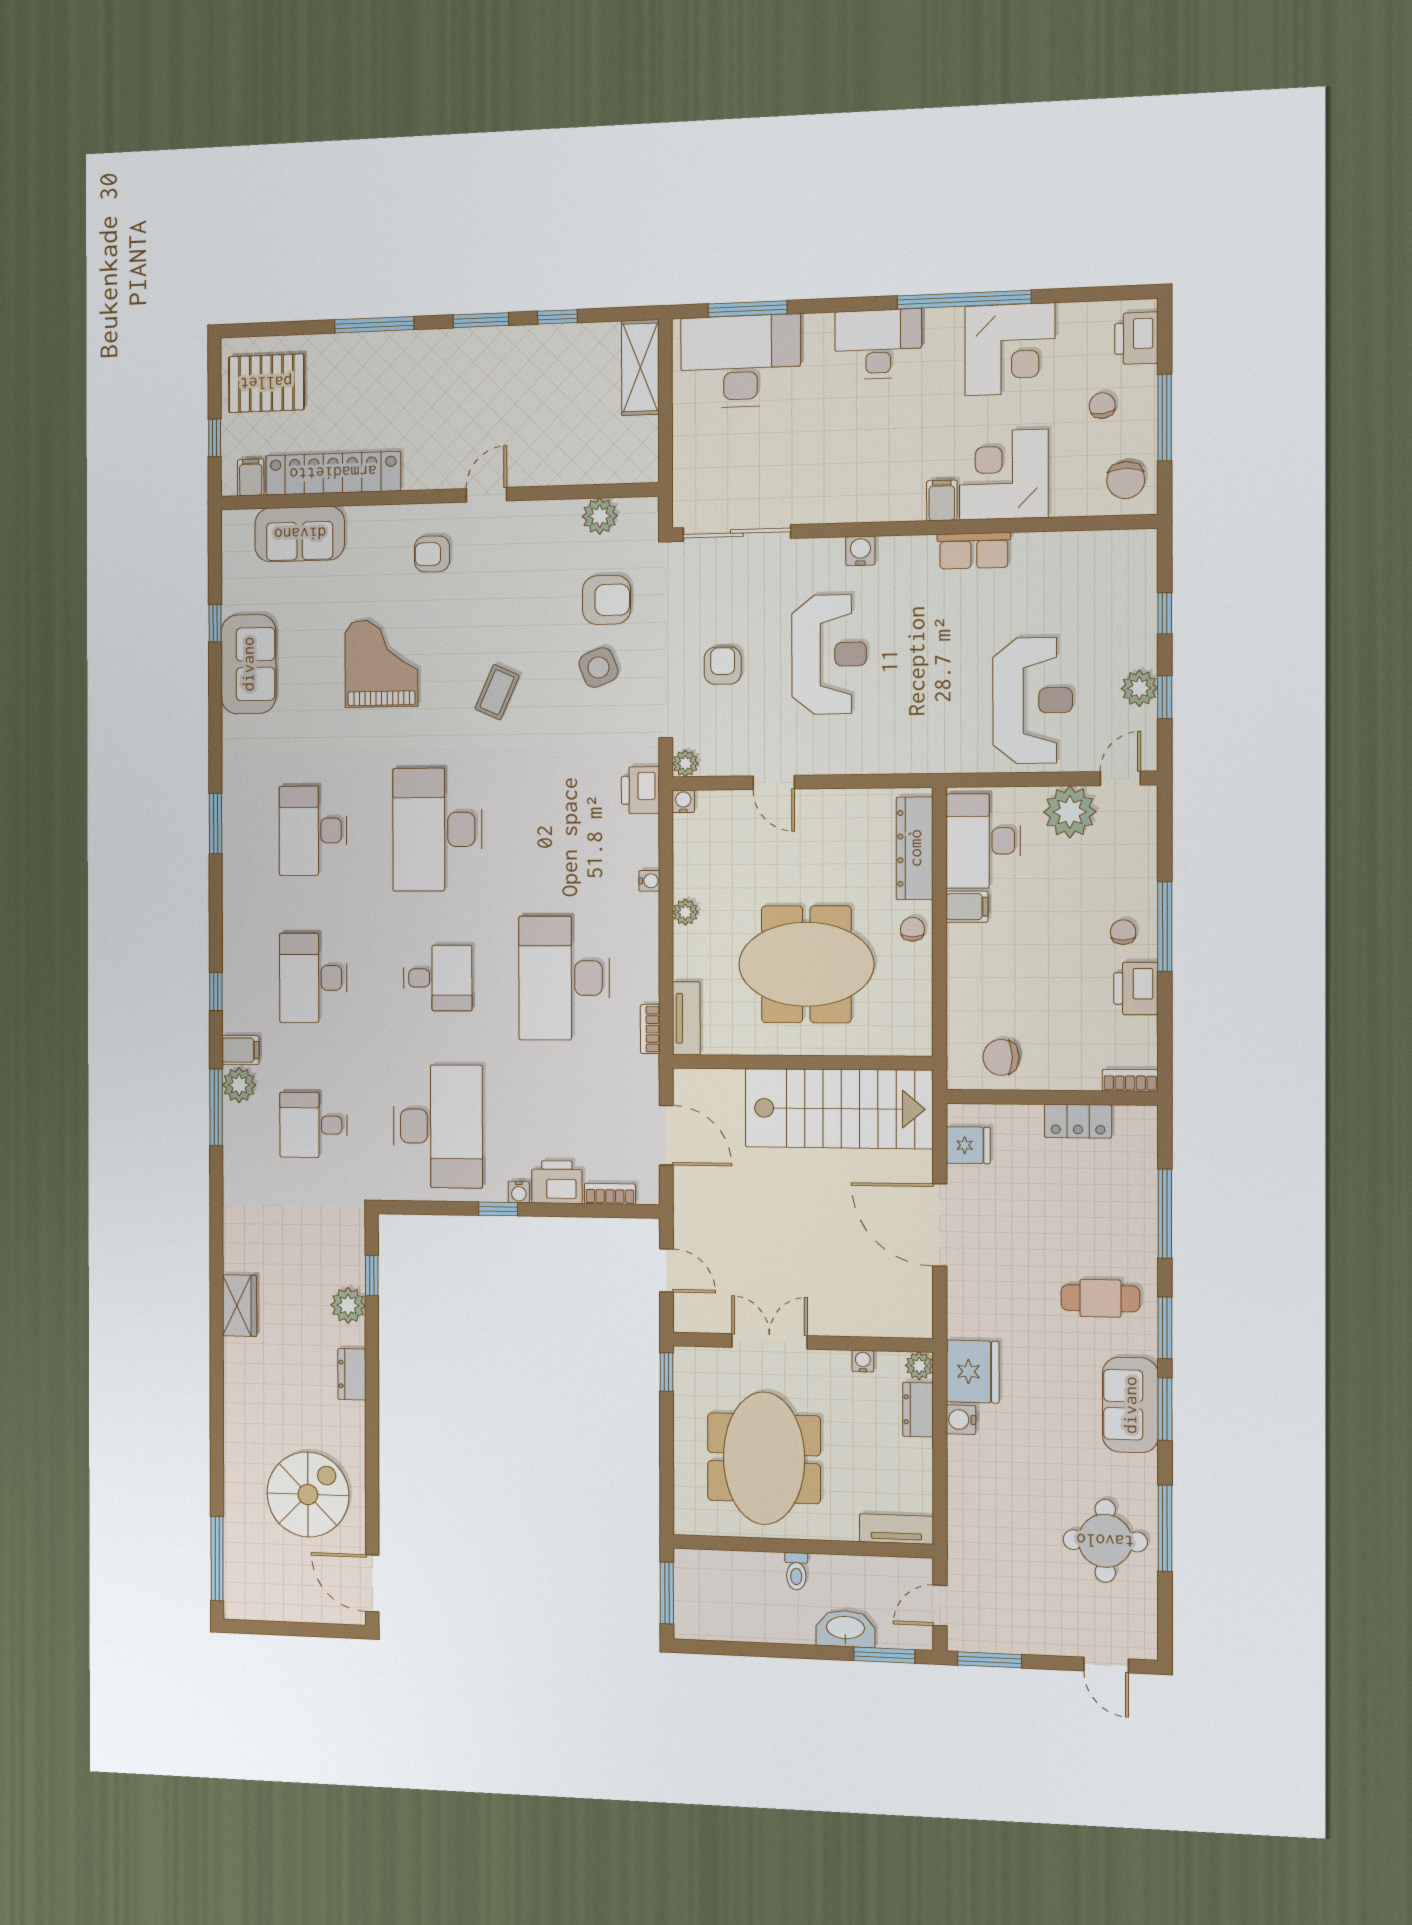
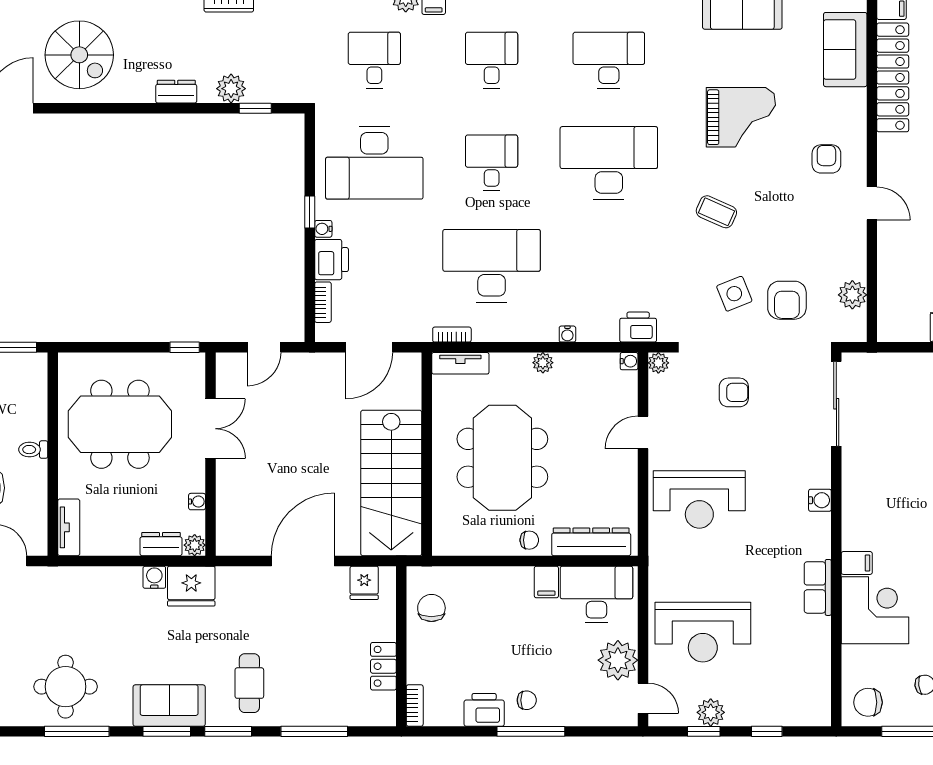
reception desk: (829, 654) -> (699, 499), moved
desk: (313, 978) -> (492, 60), width x0.73
desk: (438, 978) -> (492, 163), turned 180

